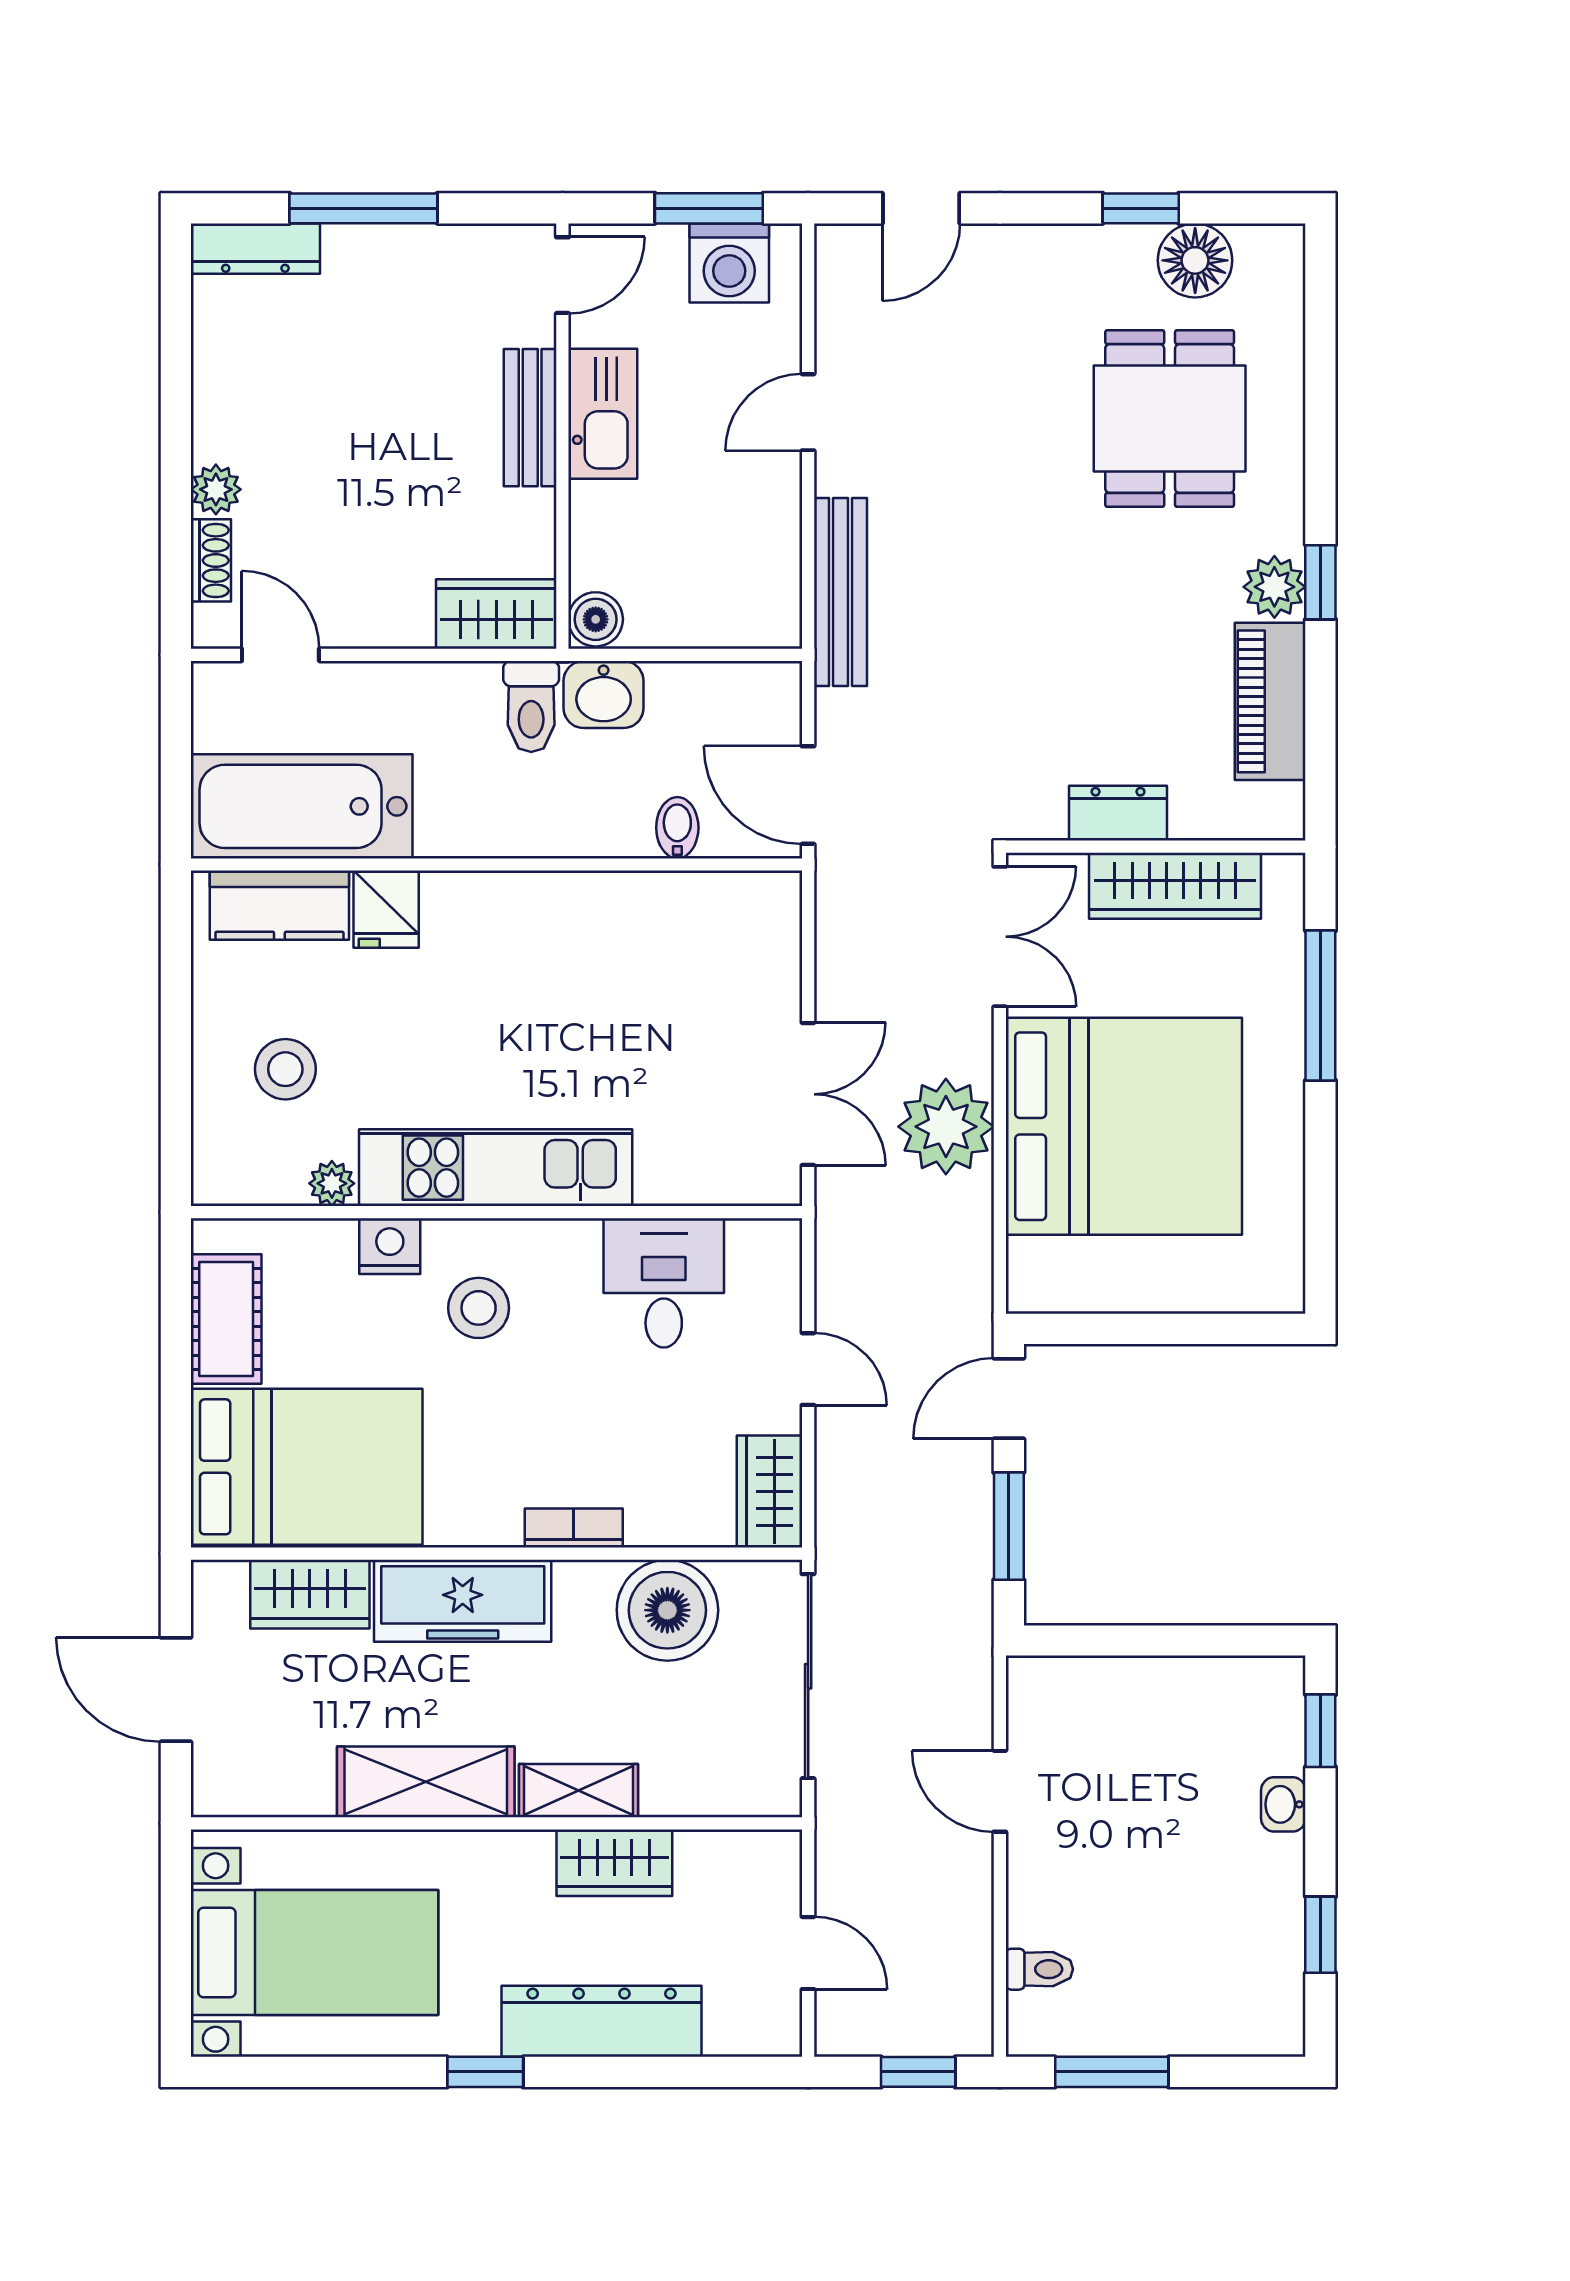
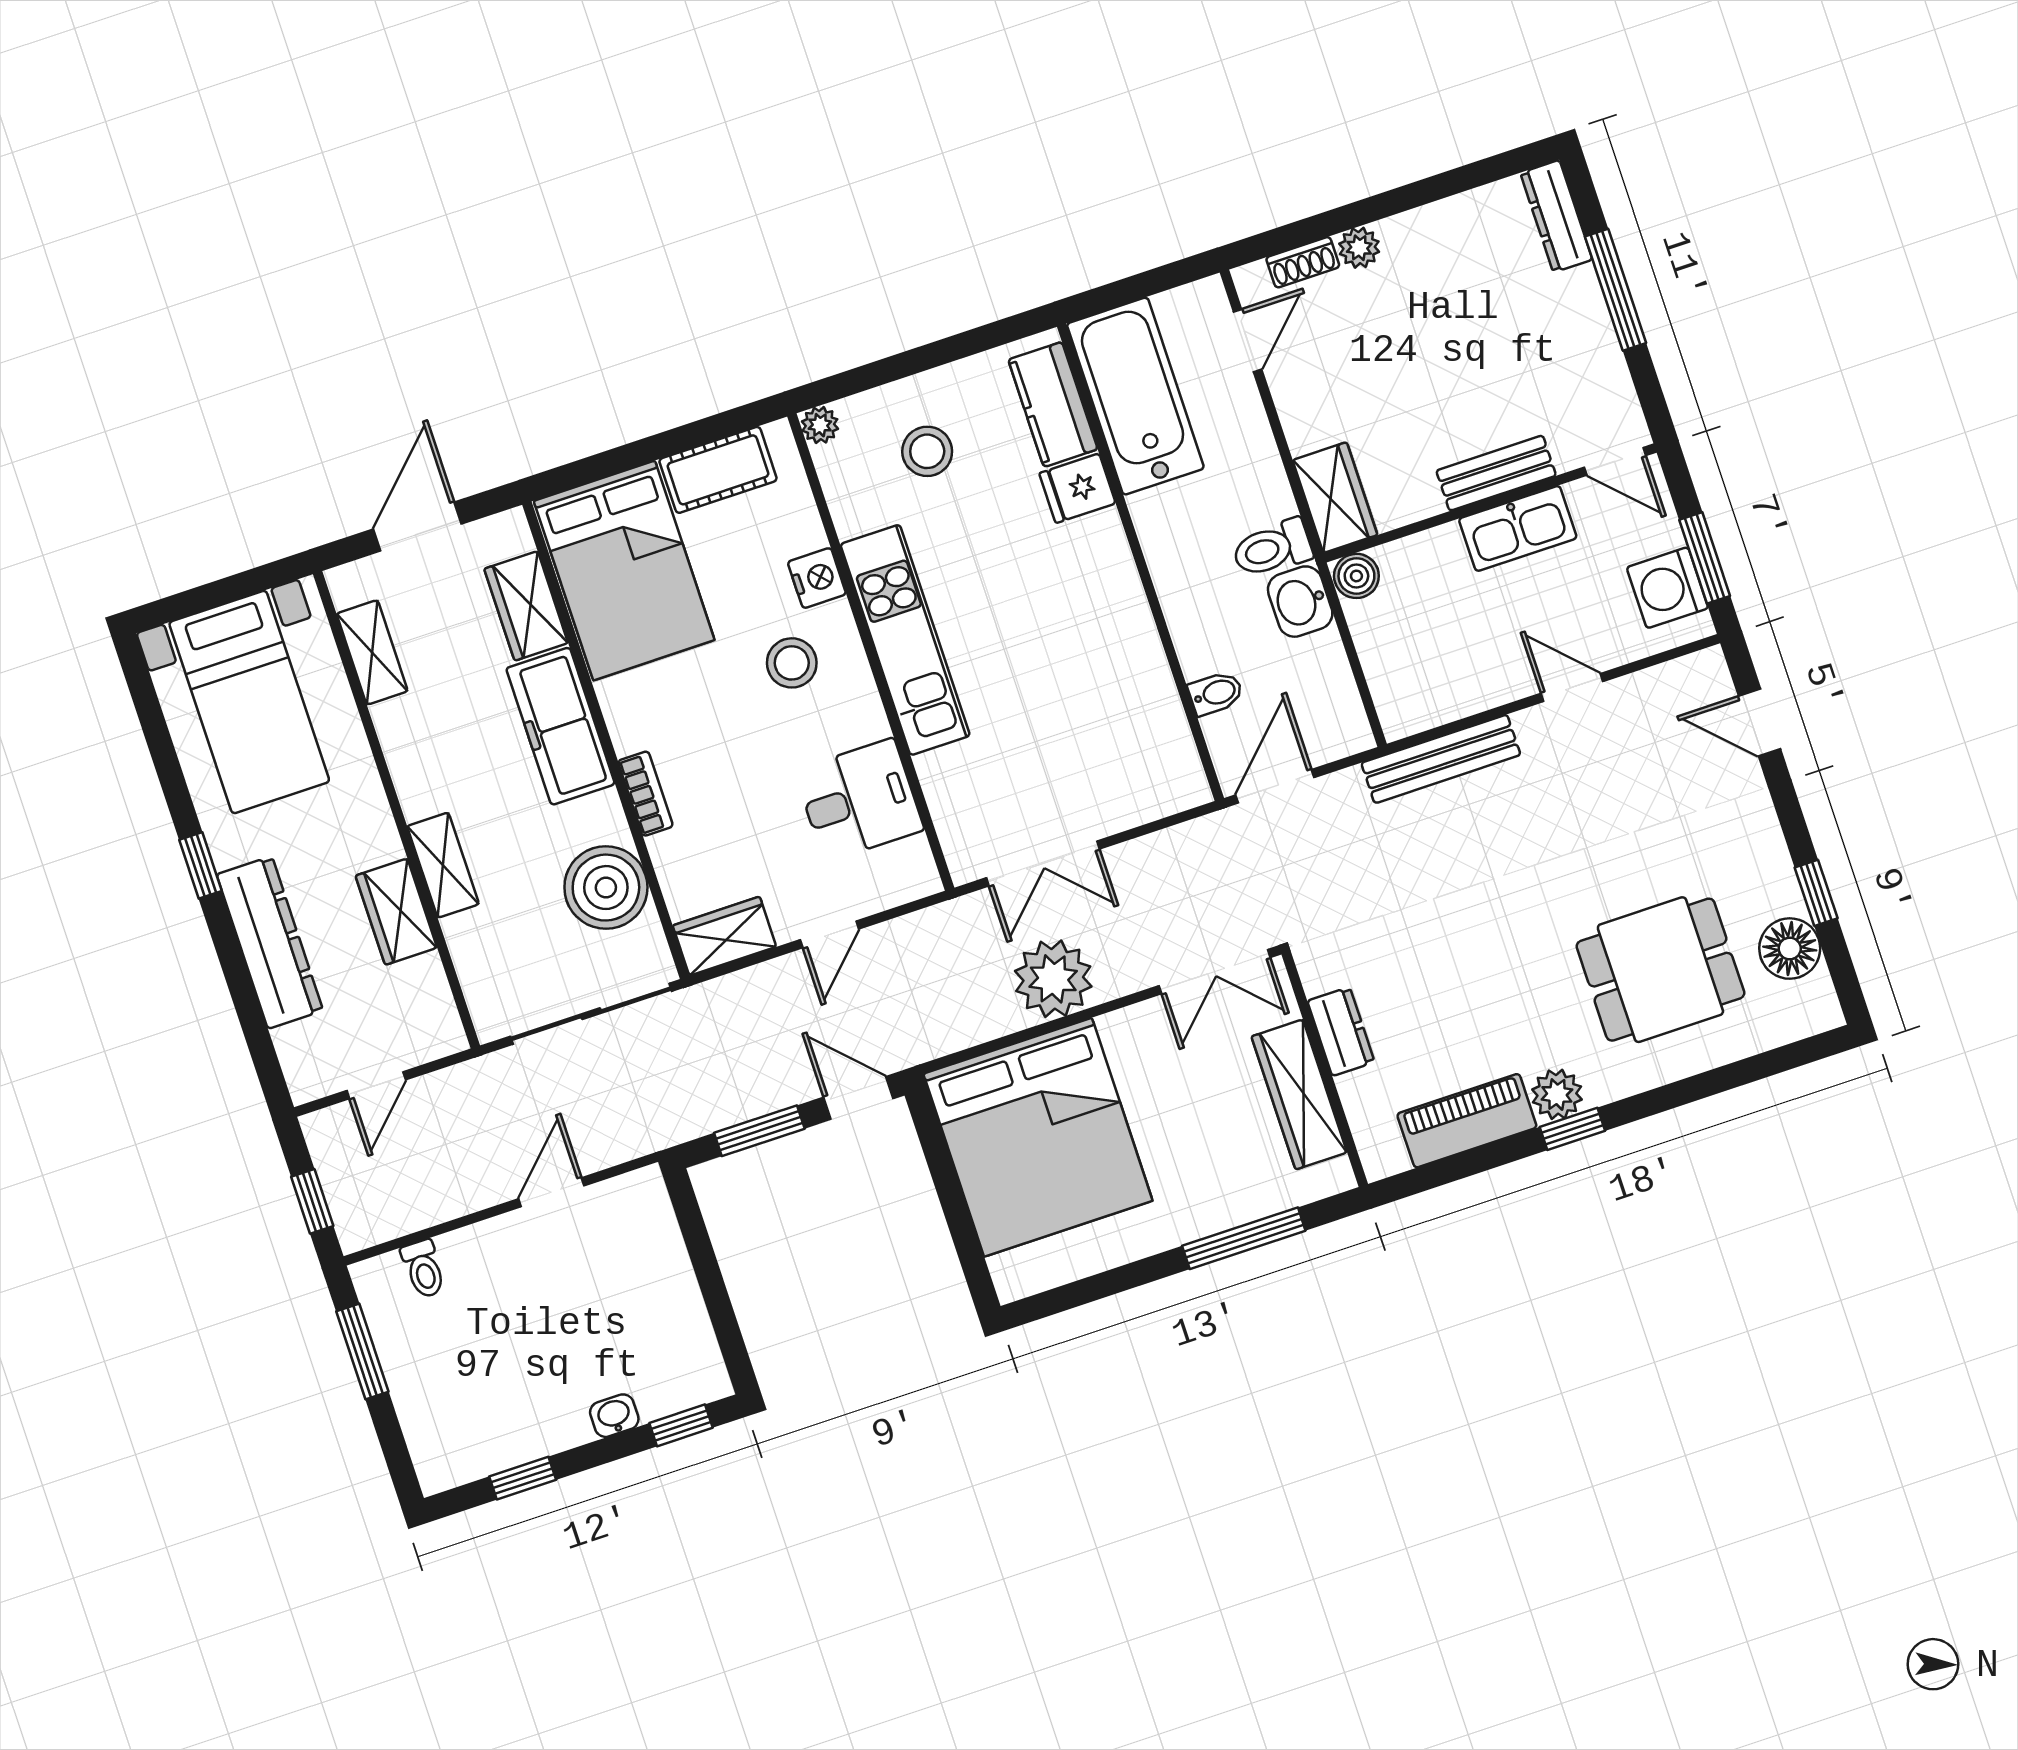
bed: (1124, 1126) -> (1038, 1137), moved
plant: (332, 1183) -> (820, 425), moved
shelving: (426, 1782) -> (372, 652), moved, width x0.67, depth x0.75

